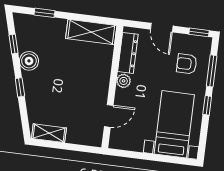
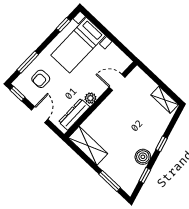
window: (44, 13) -> (110, 181), width x1.50
armchair: (187, 64) -> (41, 79), turned 90
window: (207, 105) -> (63, 25), moved

